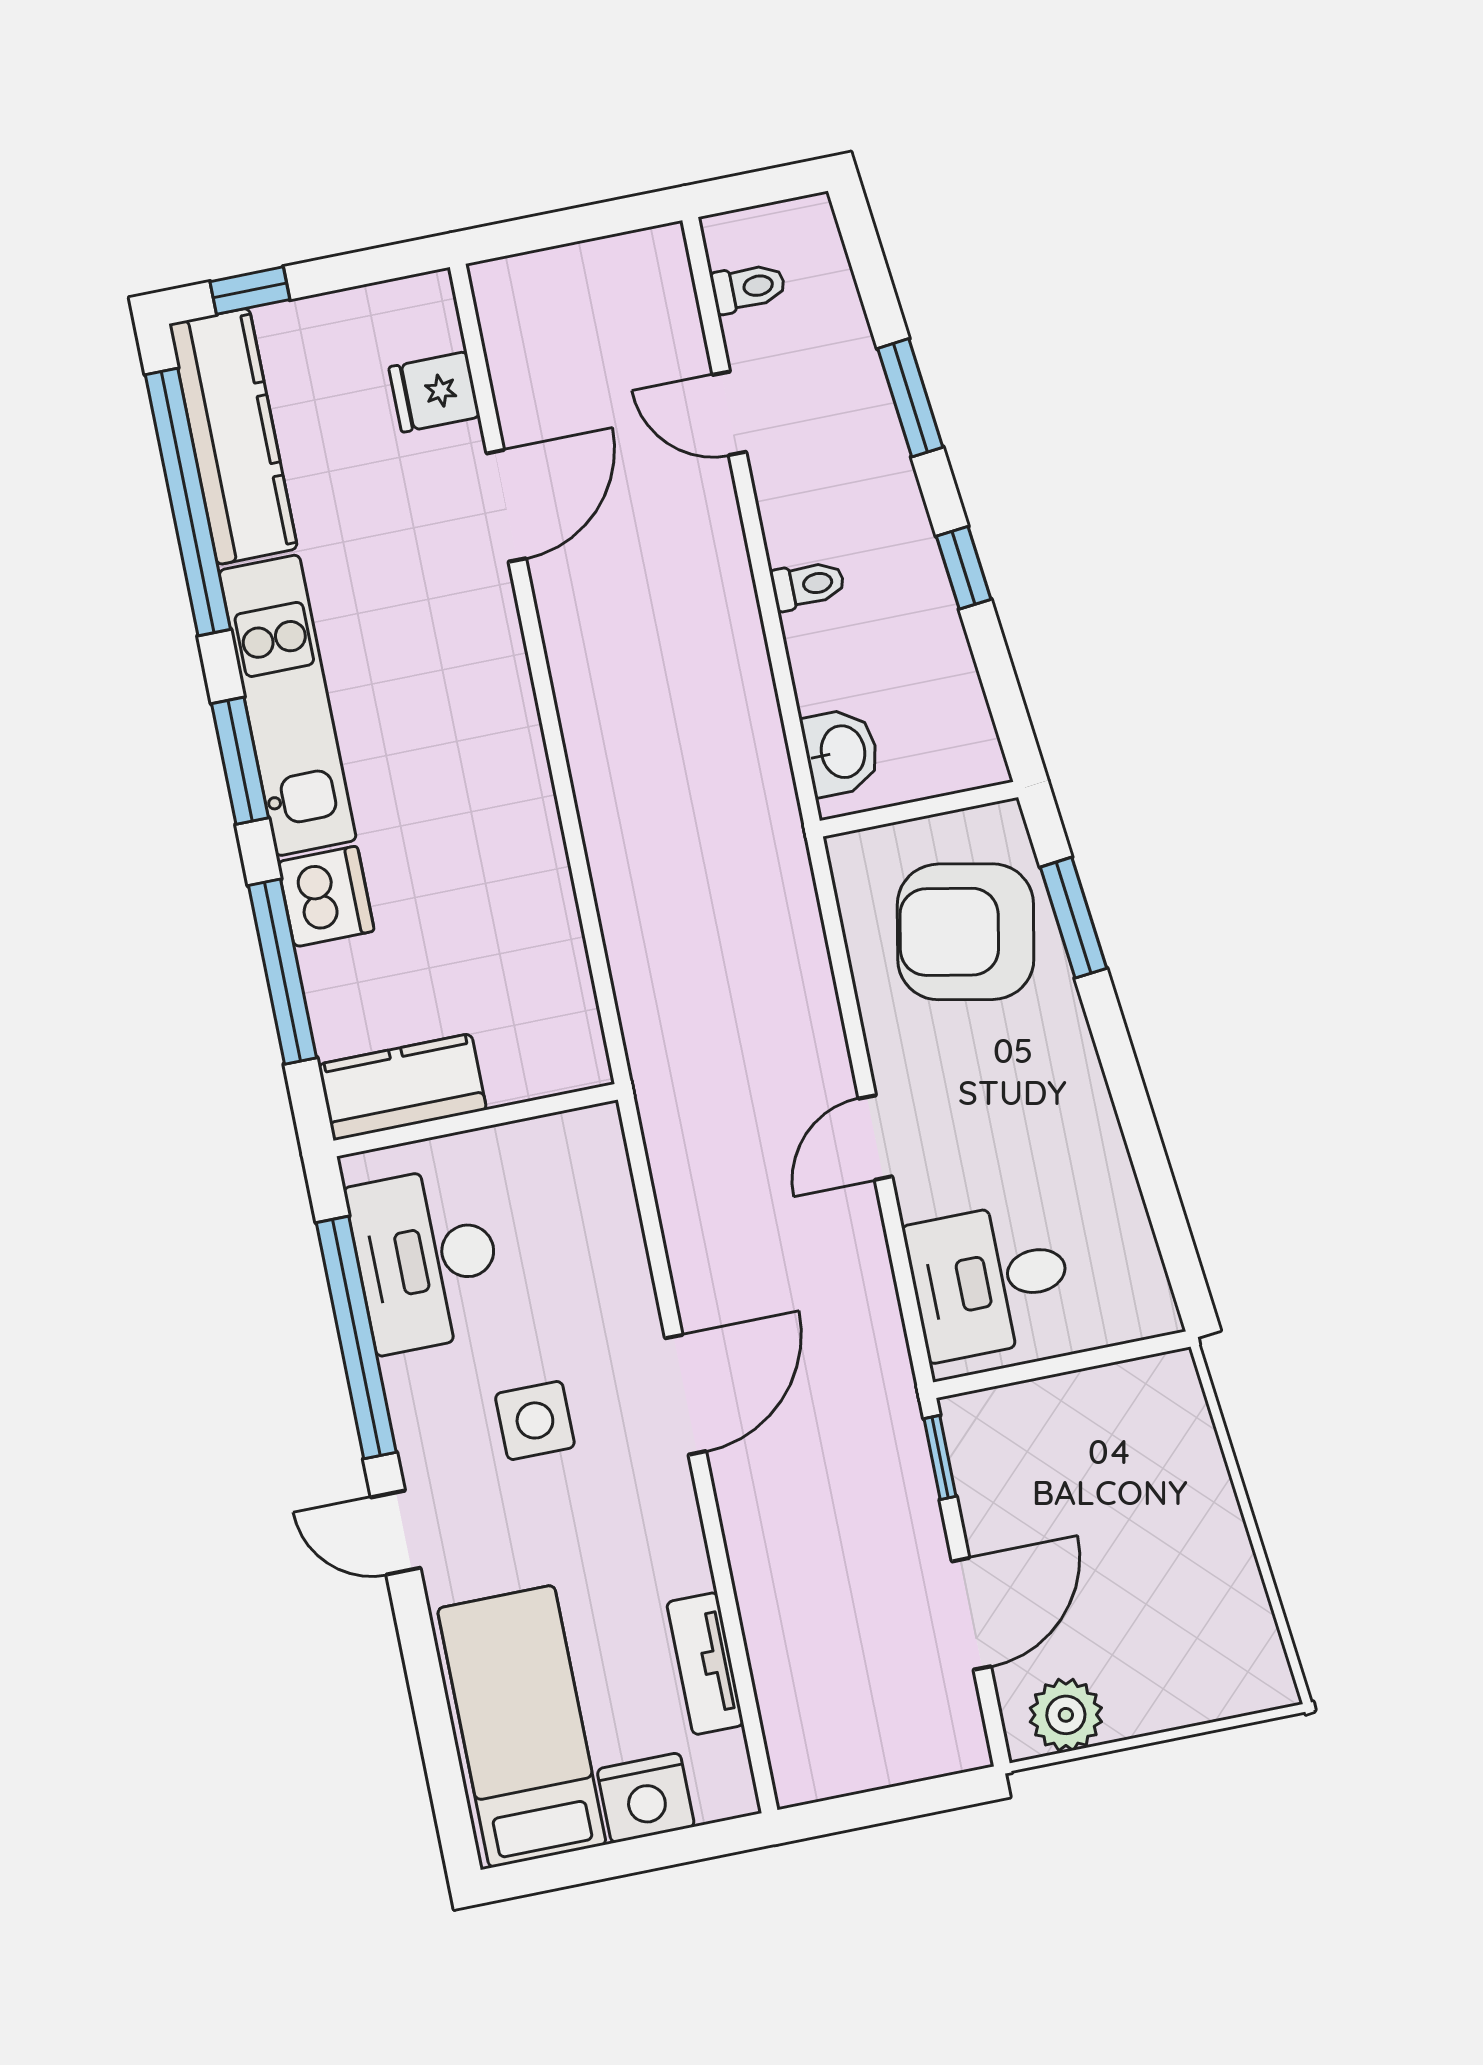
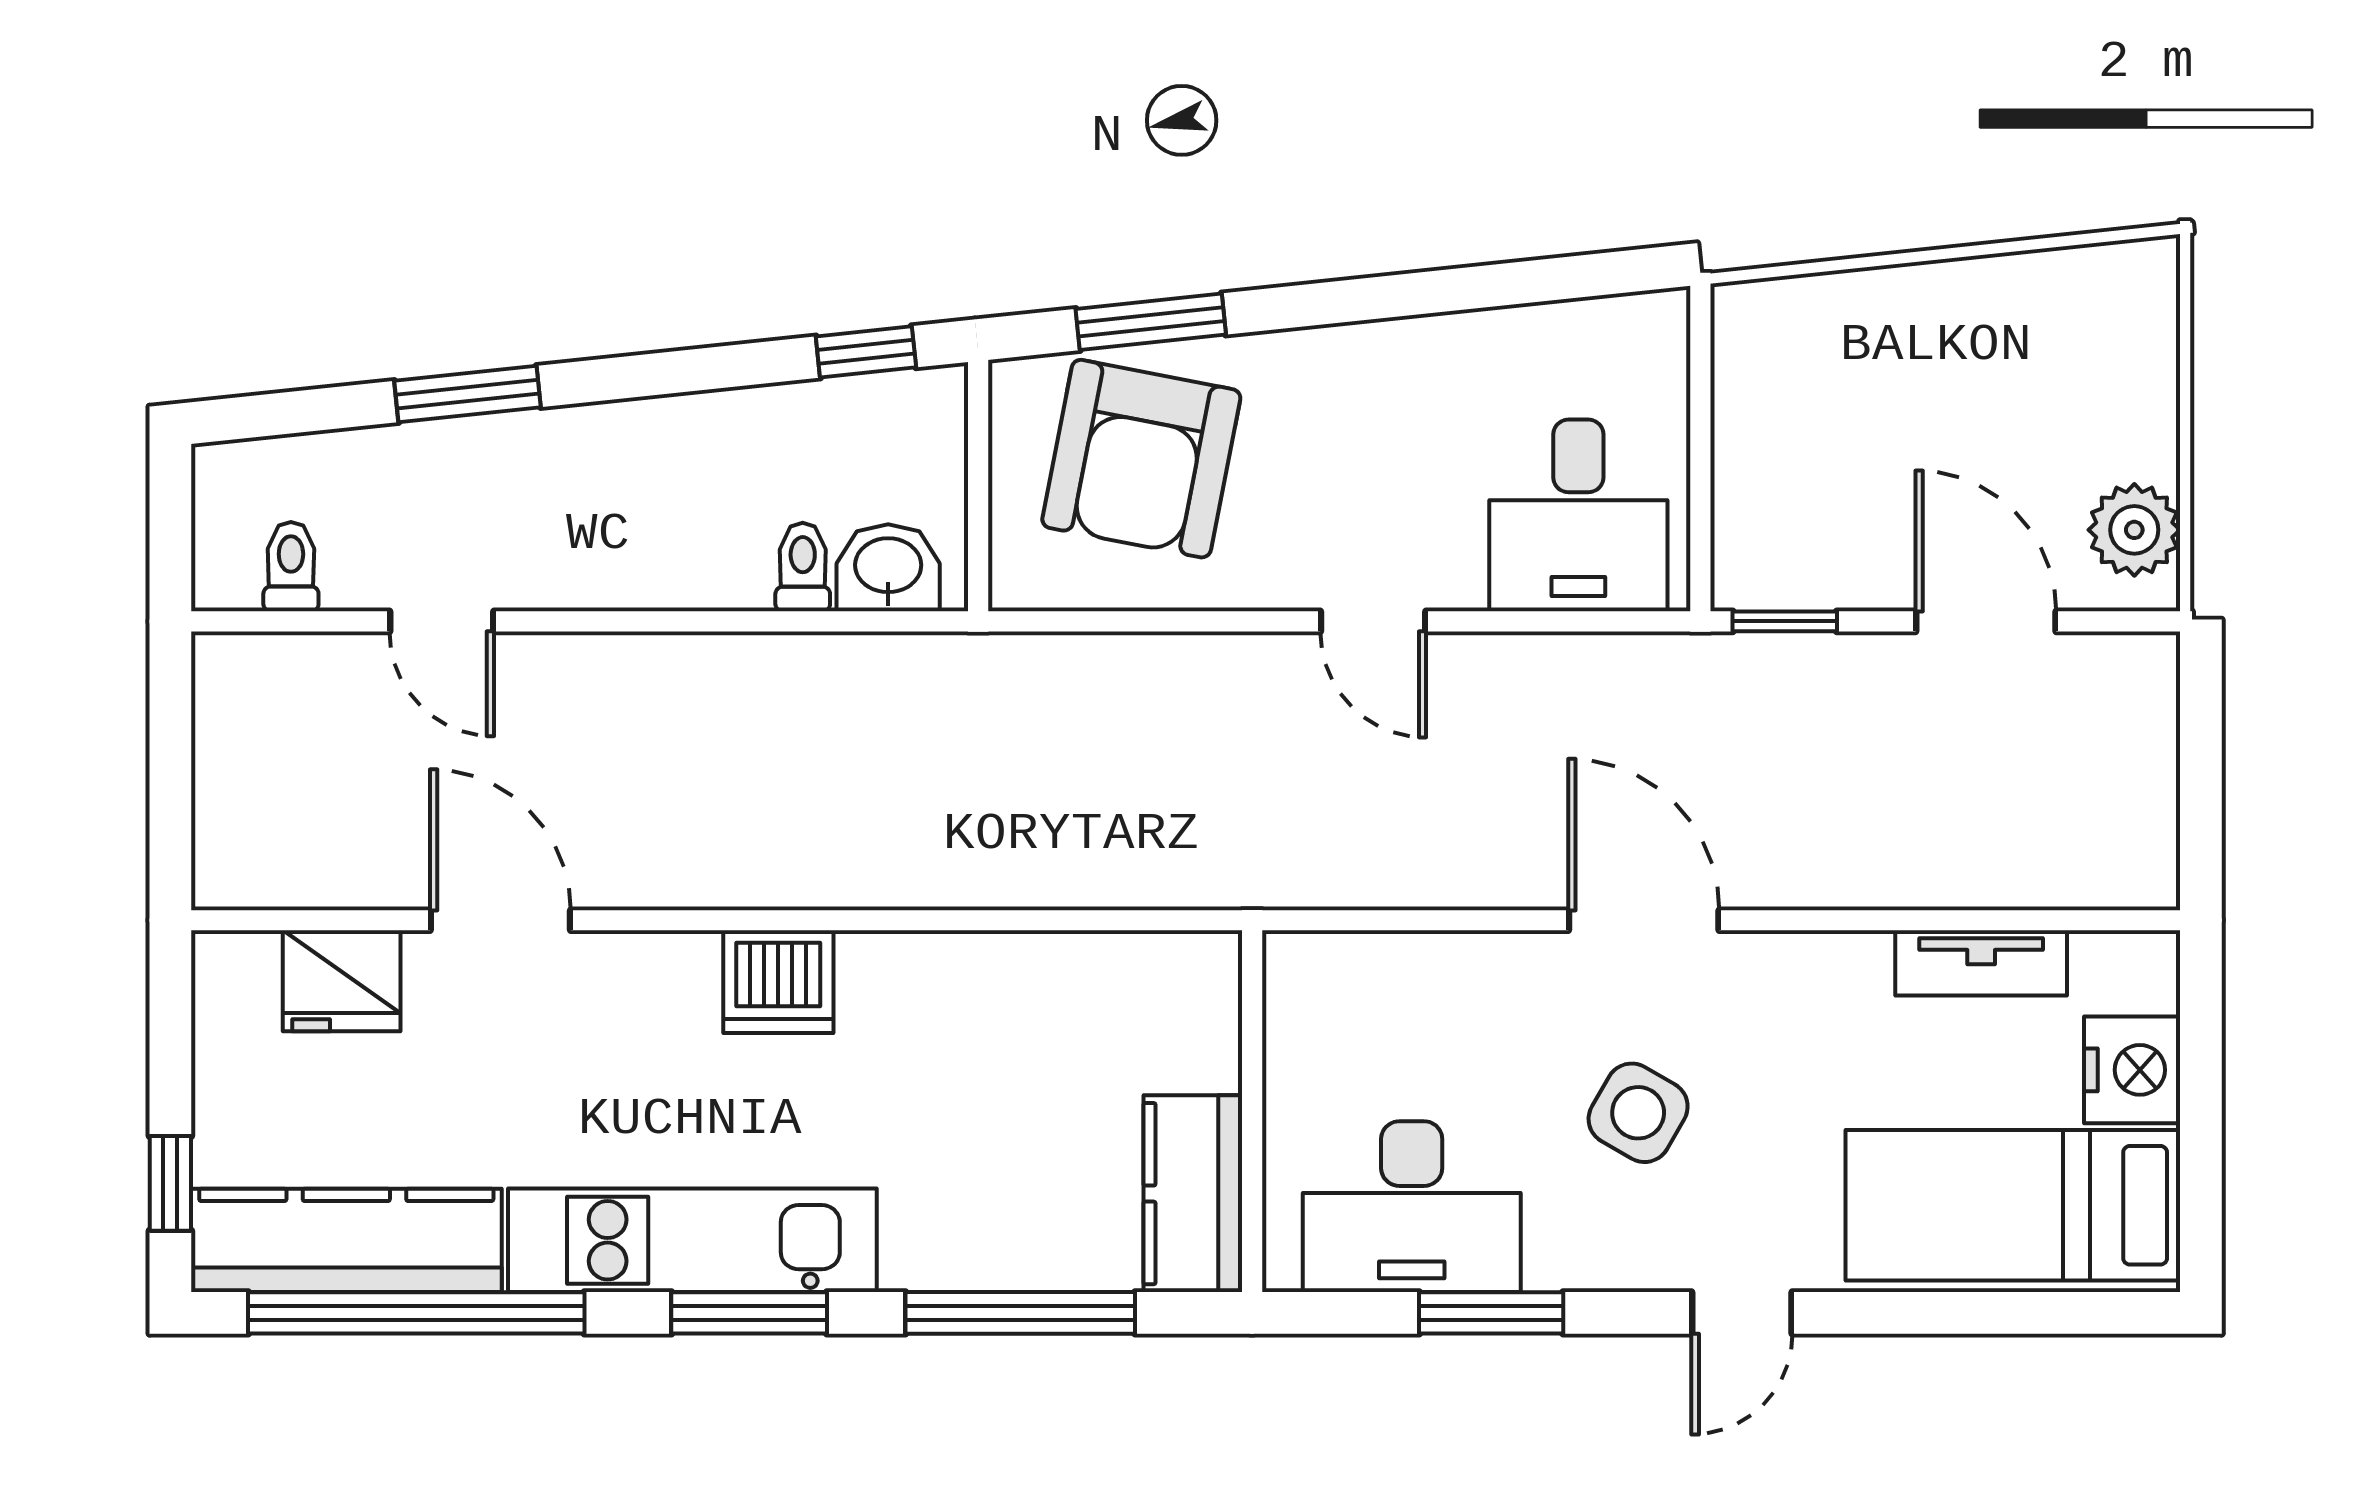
fridge: (434, 392) -> (342, 981), width x1.38
door: (729, 413) -> (442, 621), hinge flipped
window: (964, 568) -> (866, 352), moved
toilet: (808, 585) -> (803, 567), moved
dishwasher: (326, 896) -> (778, 982), moved, turned 180
window: (356, 1338) -> (1491, 1313), width x0.47
side table: (535, 1420) -> (1638, 1113), turned 30

